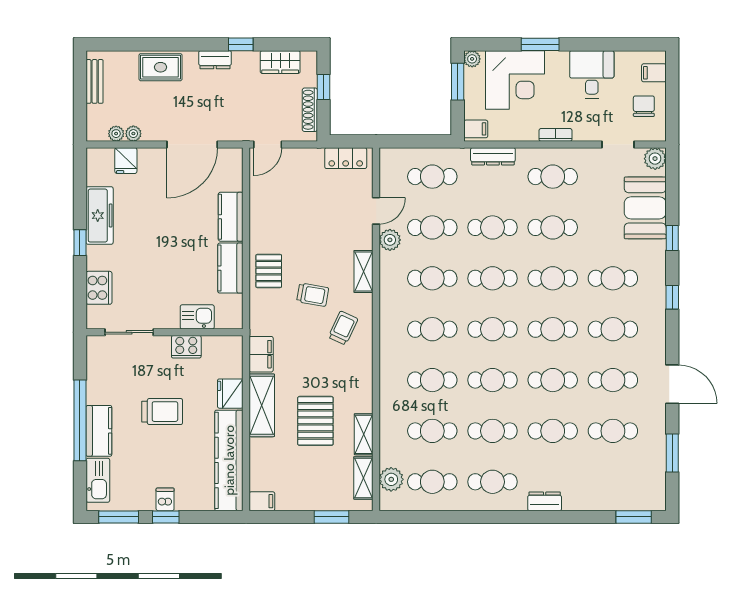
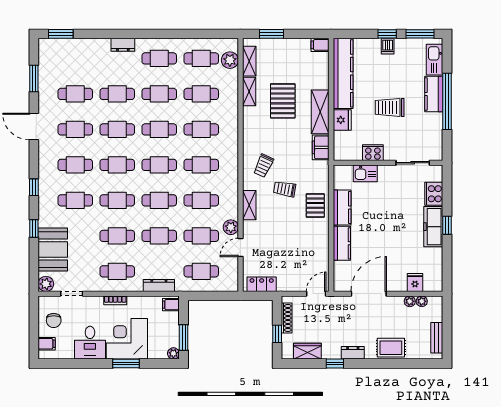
corner desk: (515, 80) -> (127, 339), moved
freezer: (100, 216) -> (433, 227), moved

